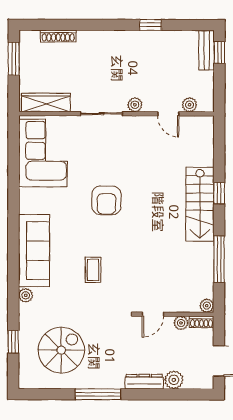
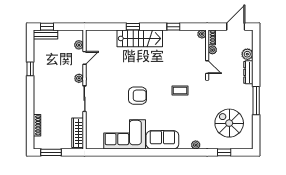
corner sofa: (43, 153) -> (125, 134), moved
sofa: (34, 251) -> (162, 140), width x0.73
window: (219, 259) -> (173, 27), width x0.46
coffee table: (93, 270) -> (180, 91), moved

